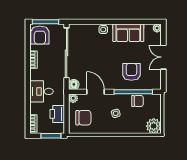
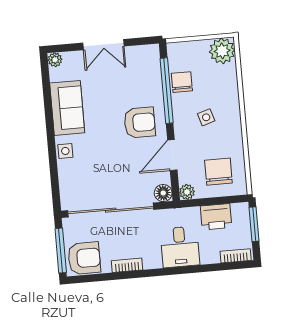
armchair: (131, 72) -> (140, 123), moved, turned 180

